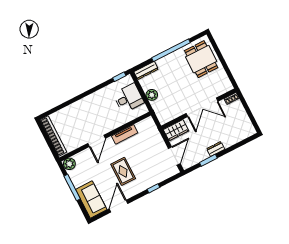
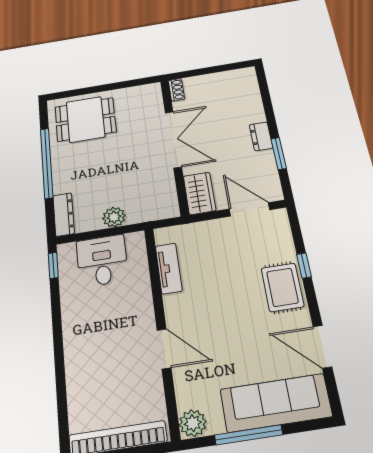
tv unit: (125, 134) -> (169, 268), moved
rug: (123, 171) -> (282, 287), moved, turned 90
sofa: (91, 199) -> (276, 403), width x1.36

